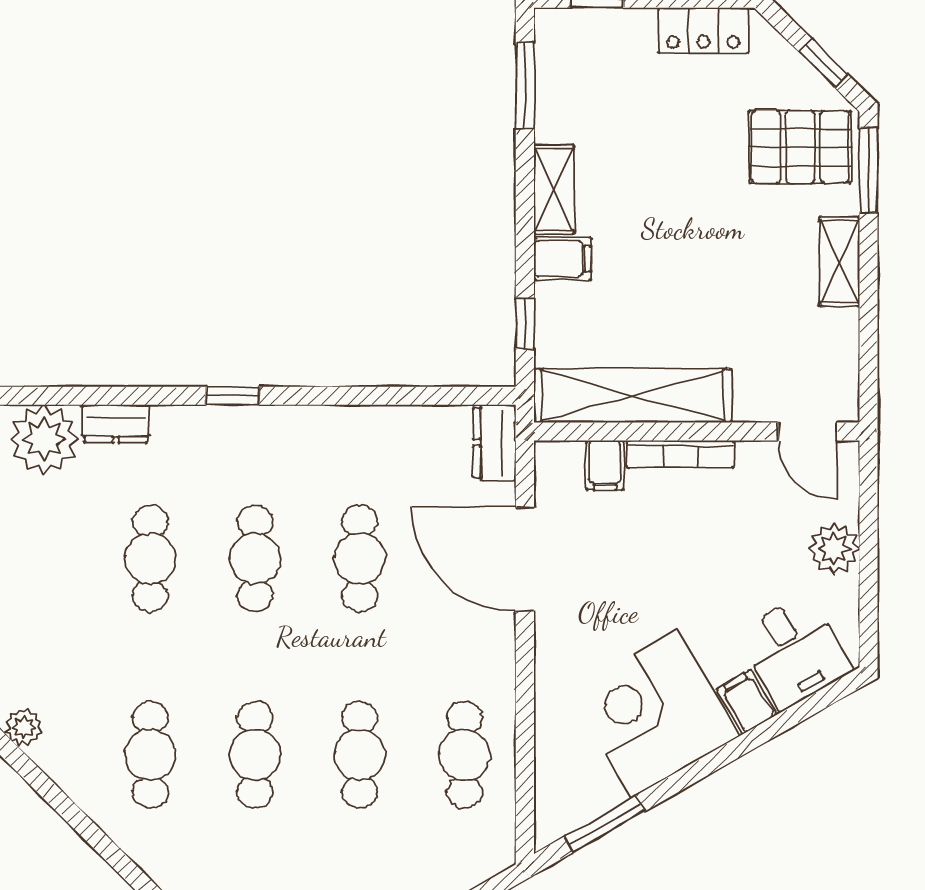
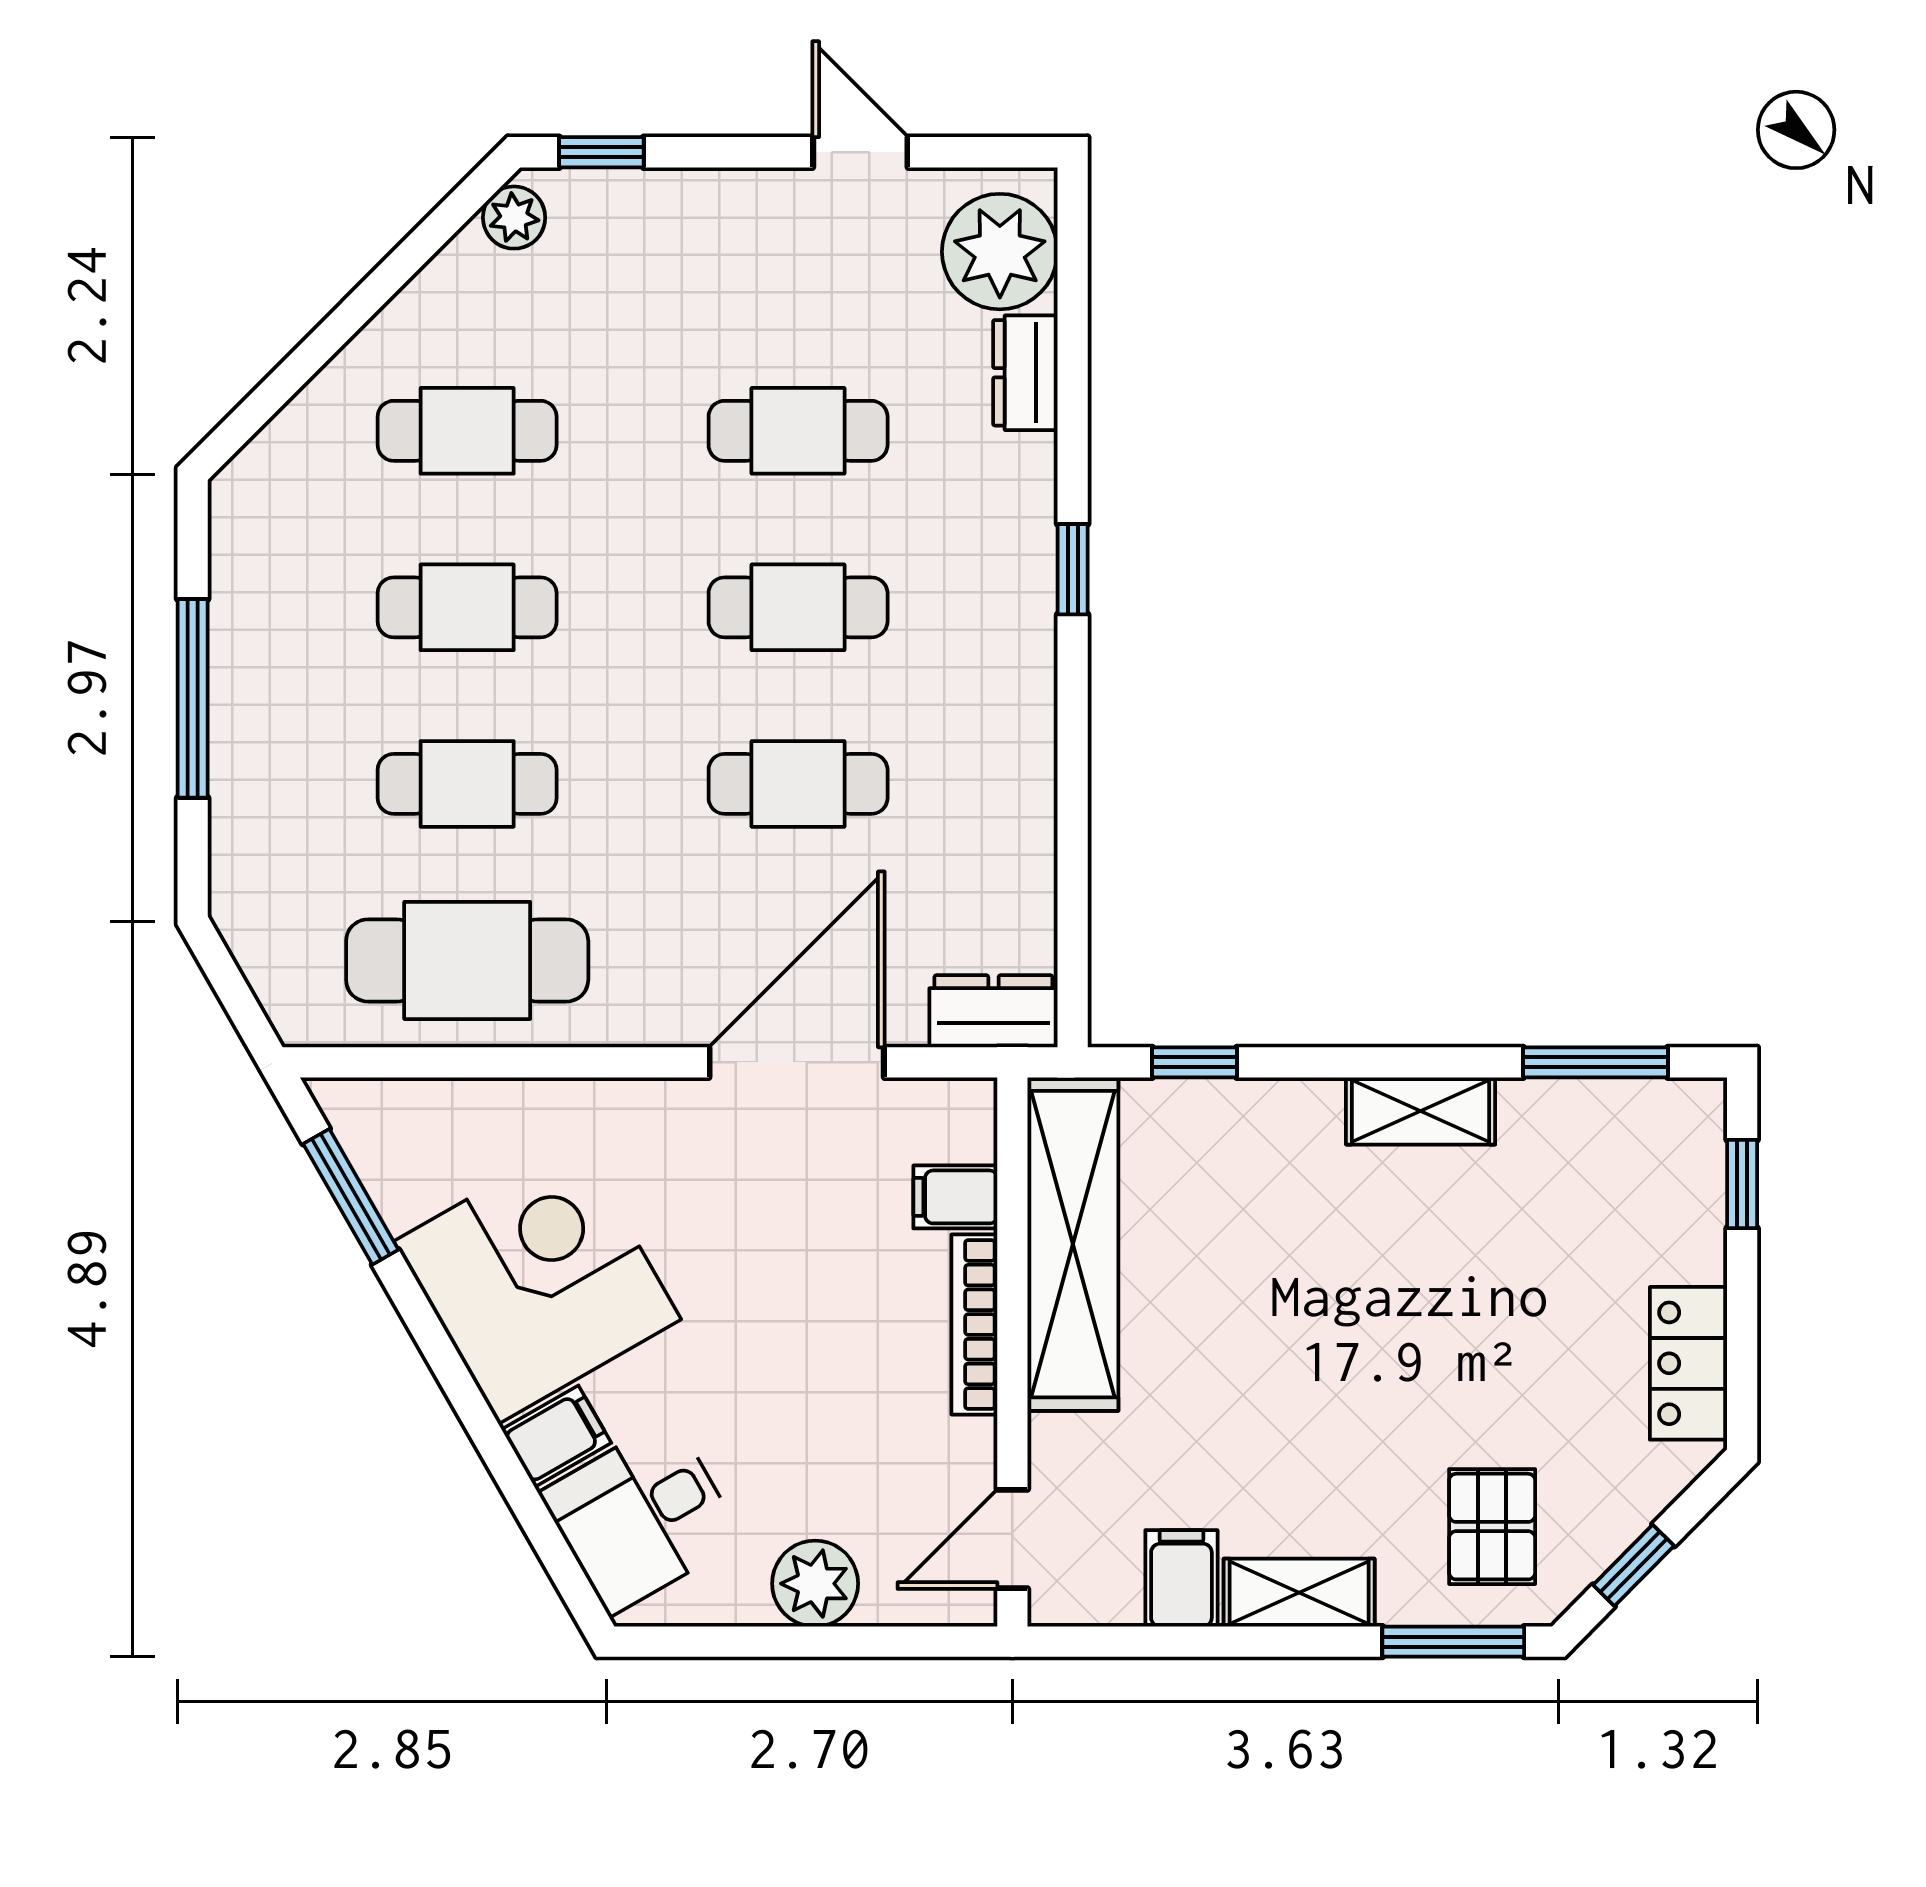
pallet: (800, 147) -> (1492, 1527), width x0.67, depth x0.71
filing cabinet: (562, 259) -> (1181, 1578), moved, turned 180
cafe table: (464, 755) -> (467, 960), width x1.37, depth x1.35

